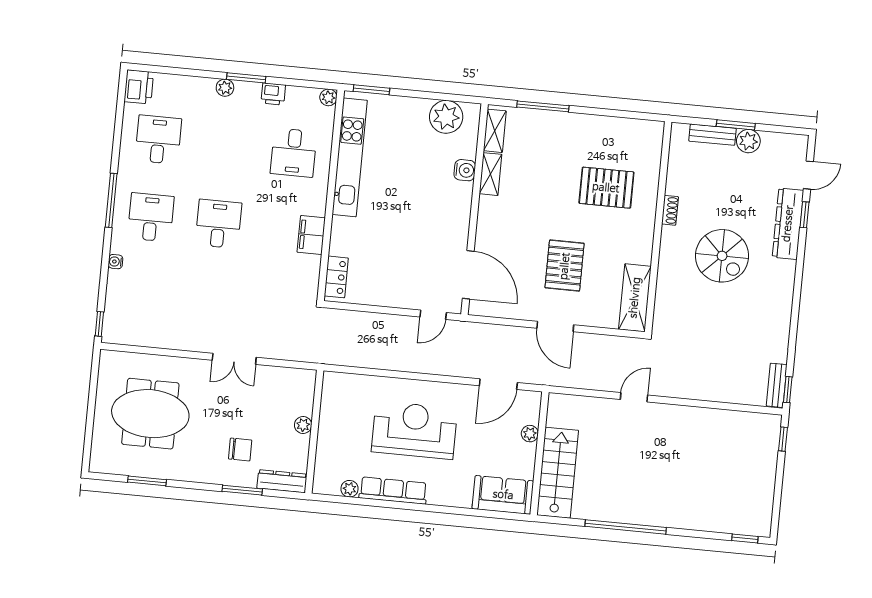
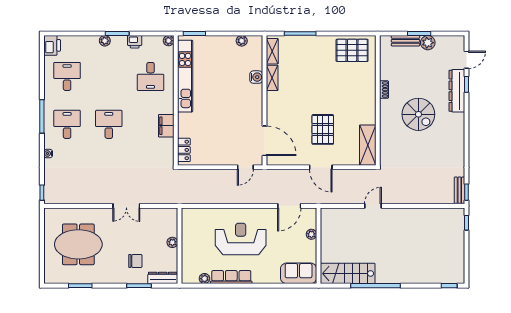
plant: (446, 117) -> (242, 41), width x0.53, depth x0.53
pallet: (606, 188) -> (352, 50), moved
stairs: (558, 473) -> (348, 273), moved, turned -90

